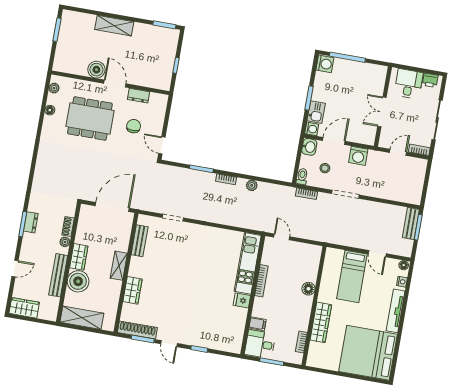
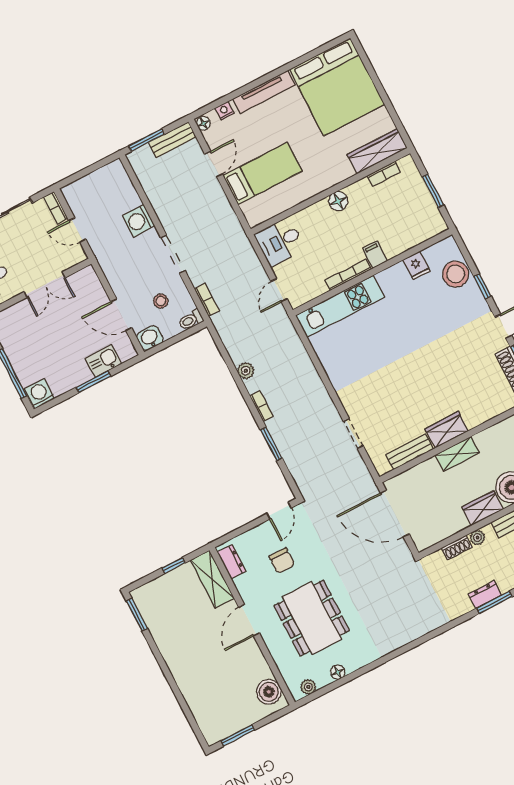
shelving: (114, 26) -> (212, 579), moved
boiler: (96, 70) -> (269, 692), moved
dresser: (139, 96) -> (232, 562), moved
chair: (134, 126) -> (282, 561), turned -90
washing machine: (312, 129) -> (127, 351), removed
washing machine: (358, 156) -> (138, 221), moved, turned 180
bench: (411, 223) -> (172, 140), moved
floor lamp: (308, 289) -> (338, 201), moved
wardrobe: (132, 290) -> (447, 430), moved
fridge: (242, 300) -> (416, 265), moved
wardrobe: (321, 322) -> (377, 151), moved
filing cabinet: (257, 324) -> (375, 255), moved
stool: (217, 339) -> (456, 274), added
desk: (260, 344) -> (280, 242), moved, turned 90

